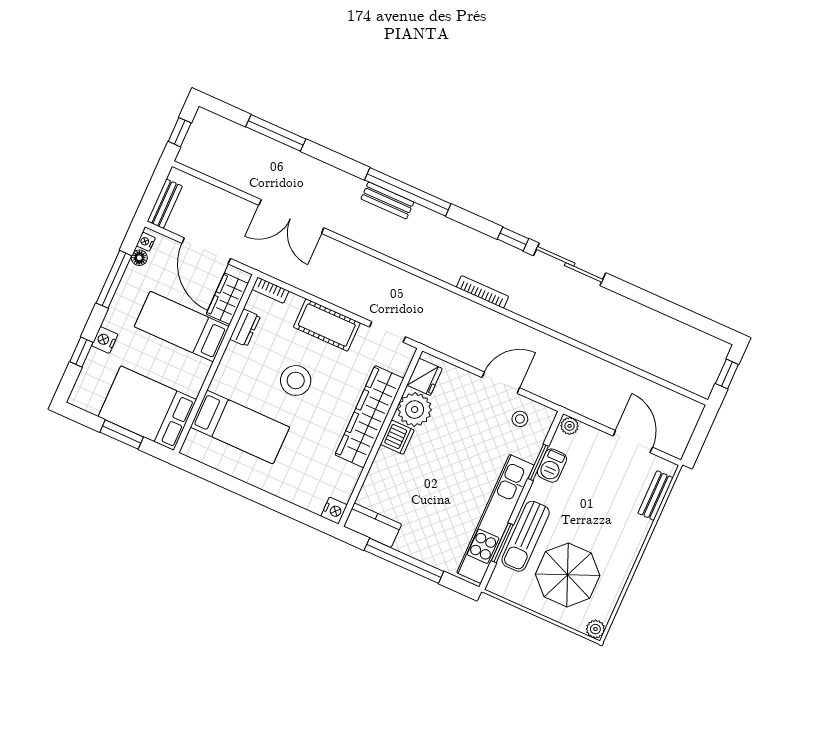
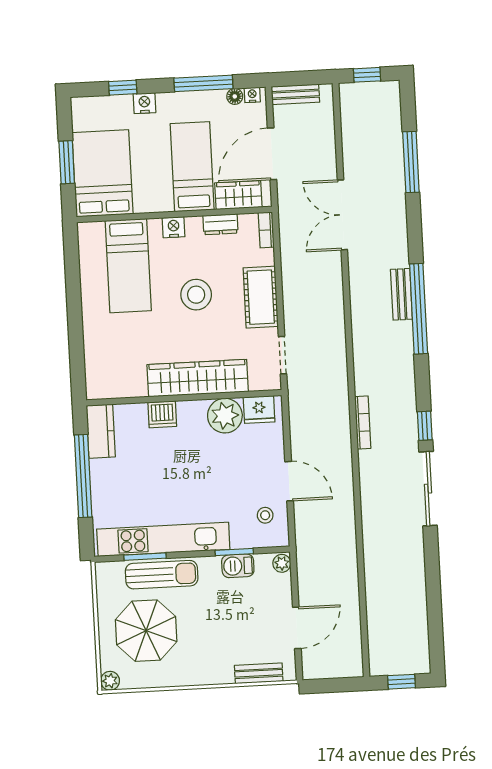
dishwasher: (397, 437) -> (162, 414), moved
nightstand: (334, 511) -> (174, 227), moved, turned 180
sun lounger: (526, 536) -> (162, 575), turned 180

